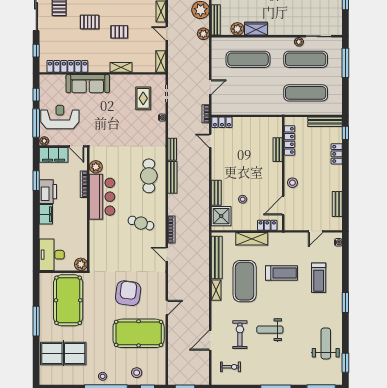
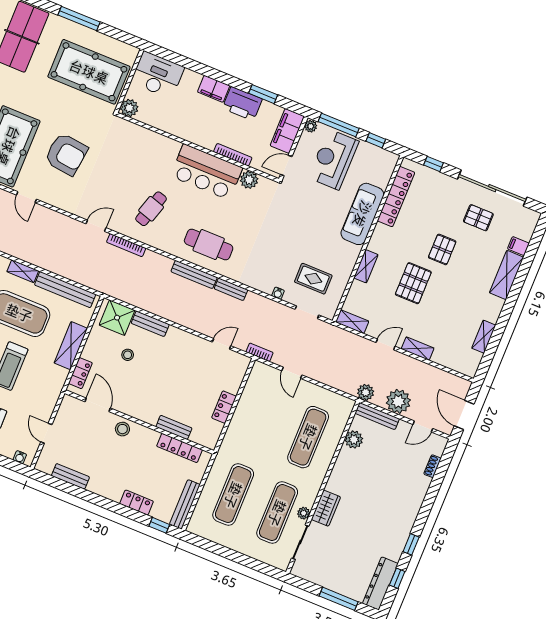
wardrobe: (256, 29) -> (326, 508), moved
pallet: (119, 32) -> (413, 283), width x1.50, depth x1.42
window: (345, 63) -> (251, 563), removed
reception desk: (60, 117) -> (334, 159), turned 180
locker: (222, 122) -> (224, 407), moved

